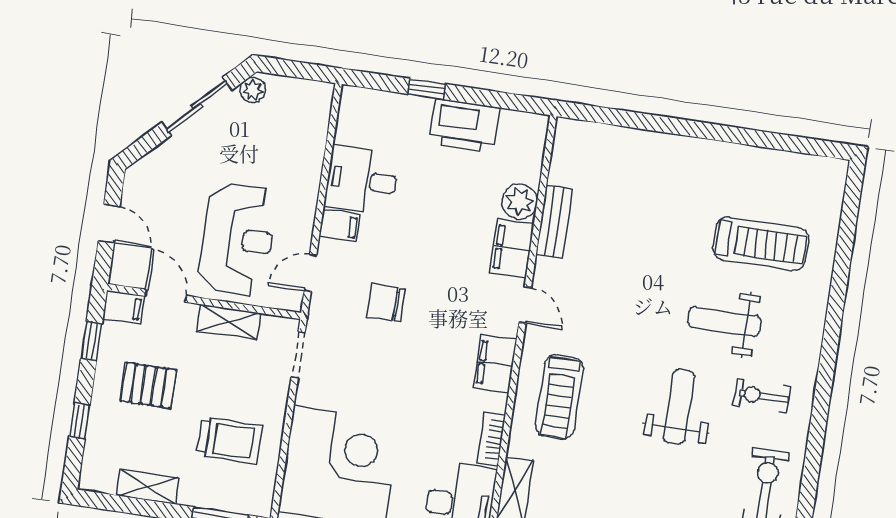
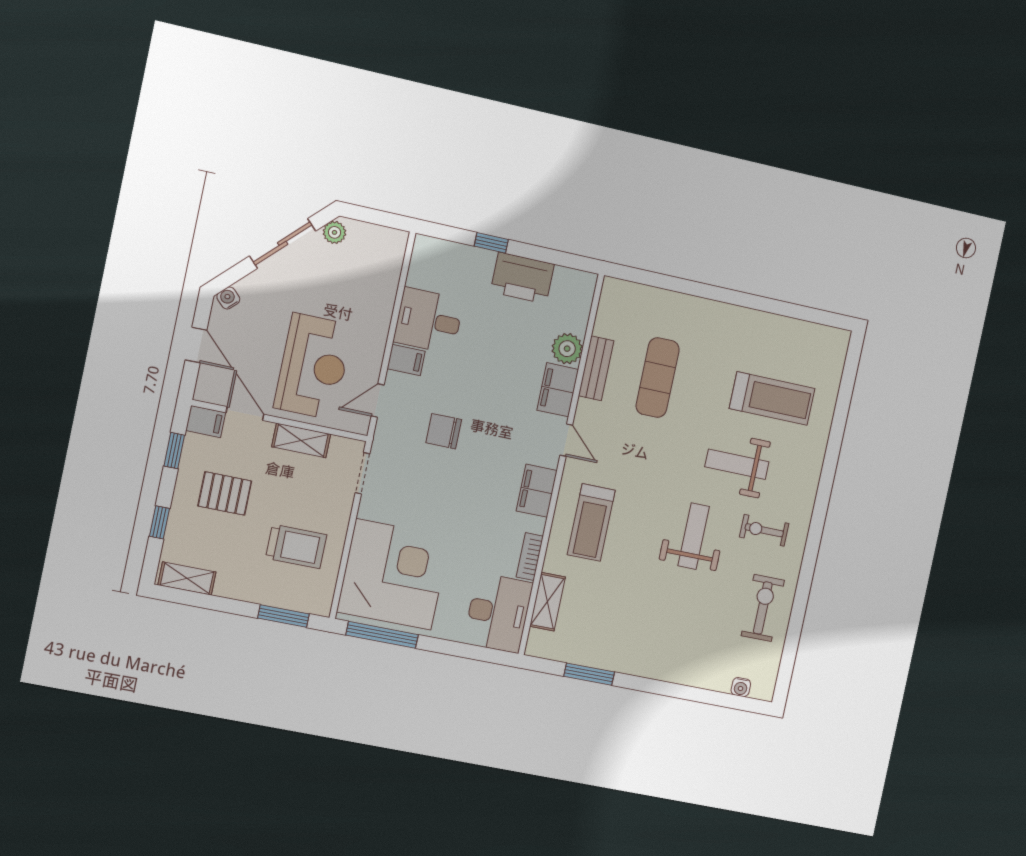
water cooler: (141, 170) -> (228, 298), added
exercise mat: (625, 228) -> (658, 378), added
shelving: (148, 487) -> (187, 579), moved

